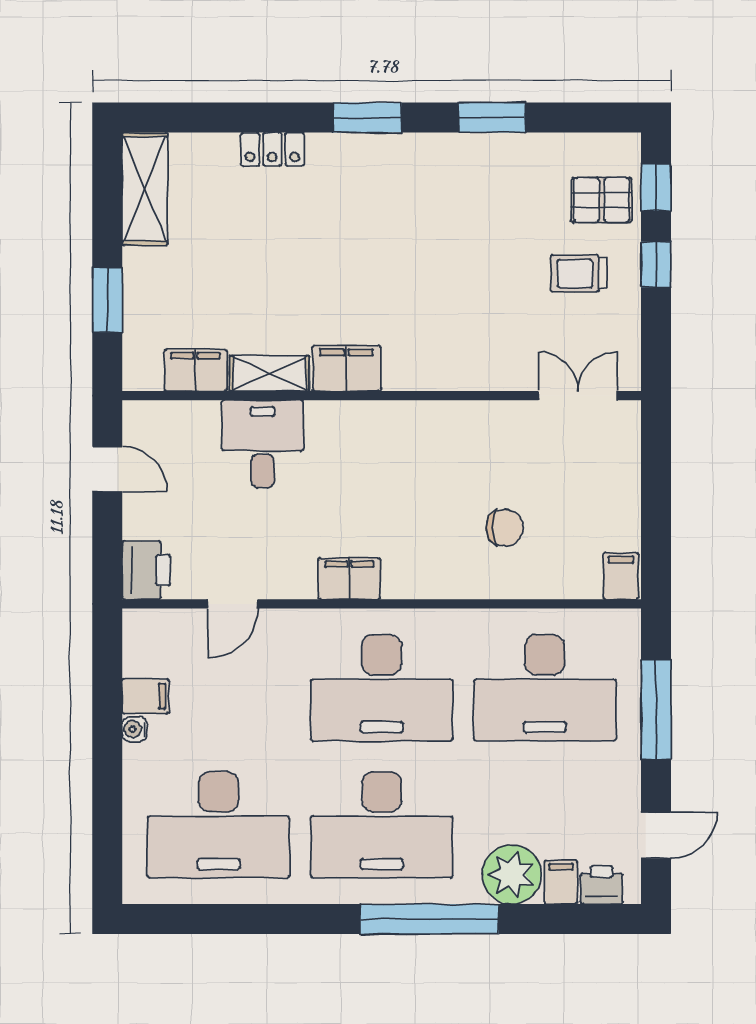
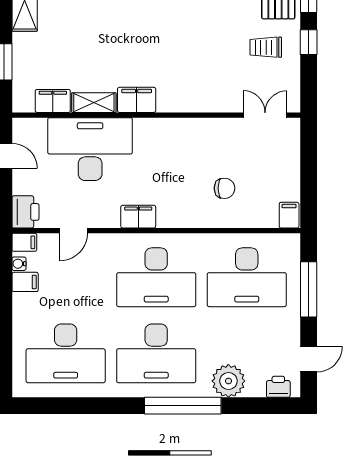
desk: (263, 444) -> (90, 149), width x1.87, depth x1.30
water cooler: (135, 729) -> (19, 264), moved
filing cabinet: (561, 882) -> (24, 242), moved, turned 90

